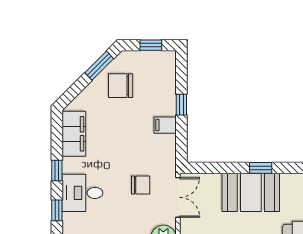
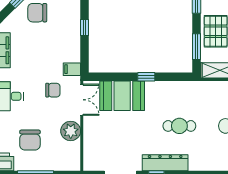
filing cabinet: (165, 125) -> (72, 69), moved
booth: (251, 192) -> (122, 96), moved

